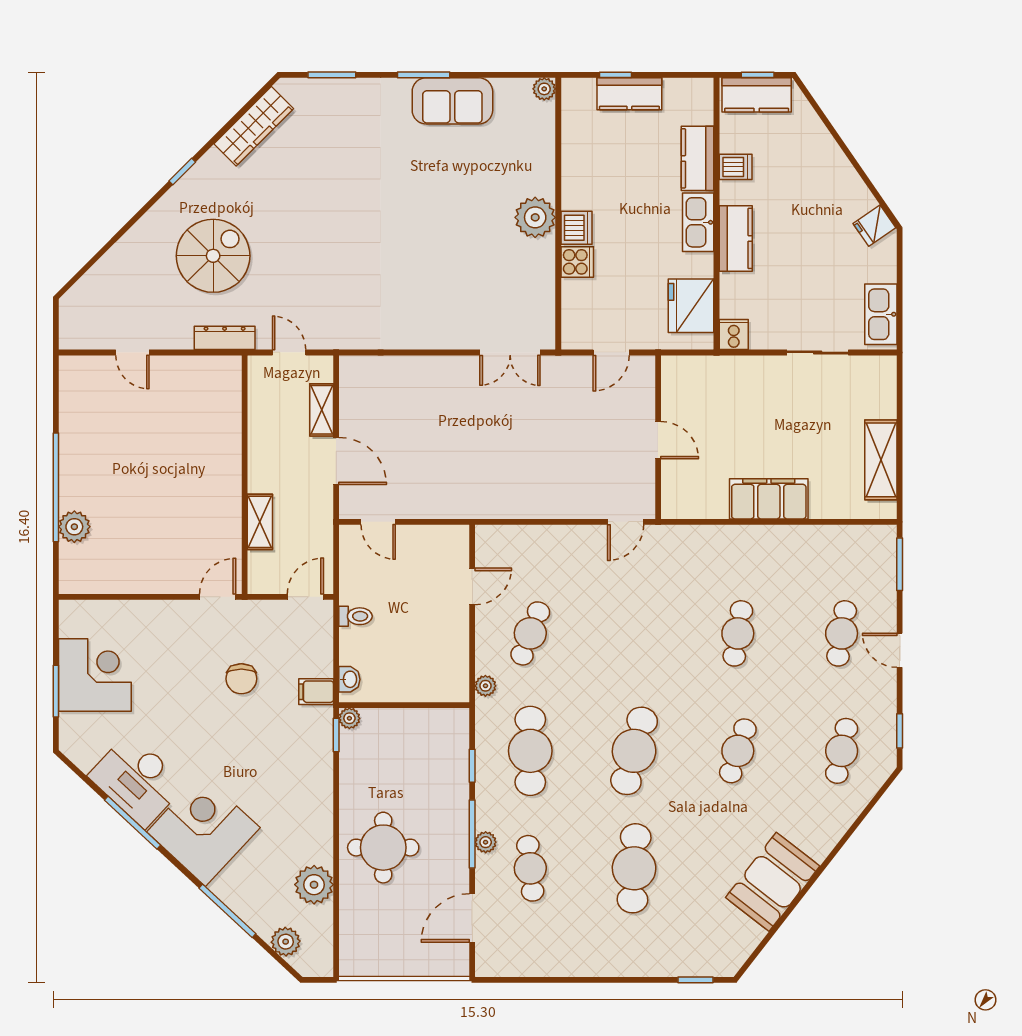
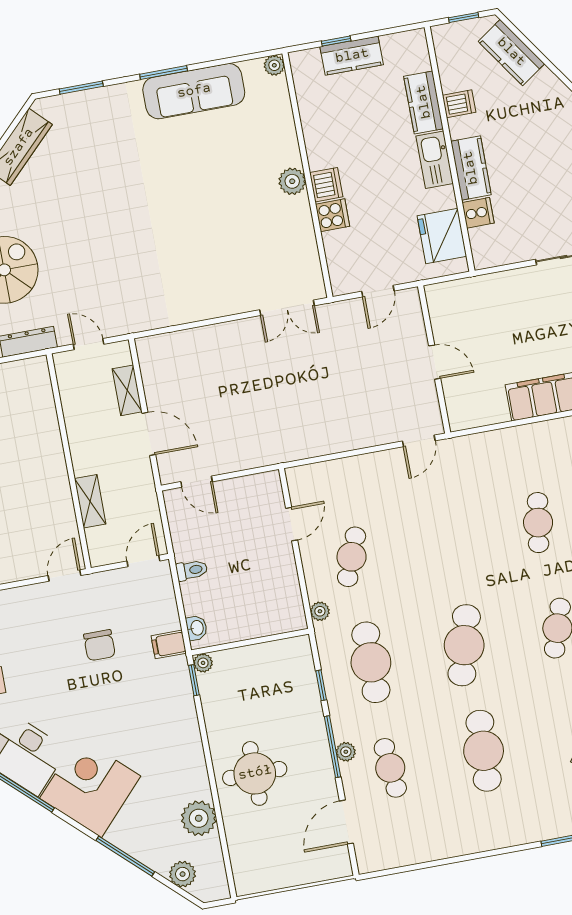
kitchen counter: (757, 95) -> (511, 52), moved, turned 55
sofa: (452, 101) -> (194, 91), width x1.36
plant: (535, 217) -> (292, 181), width x0.73, depth x0.73
cooker: (734, 334) -> (478, 213), moved, turned 90

